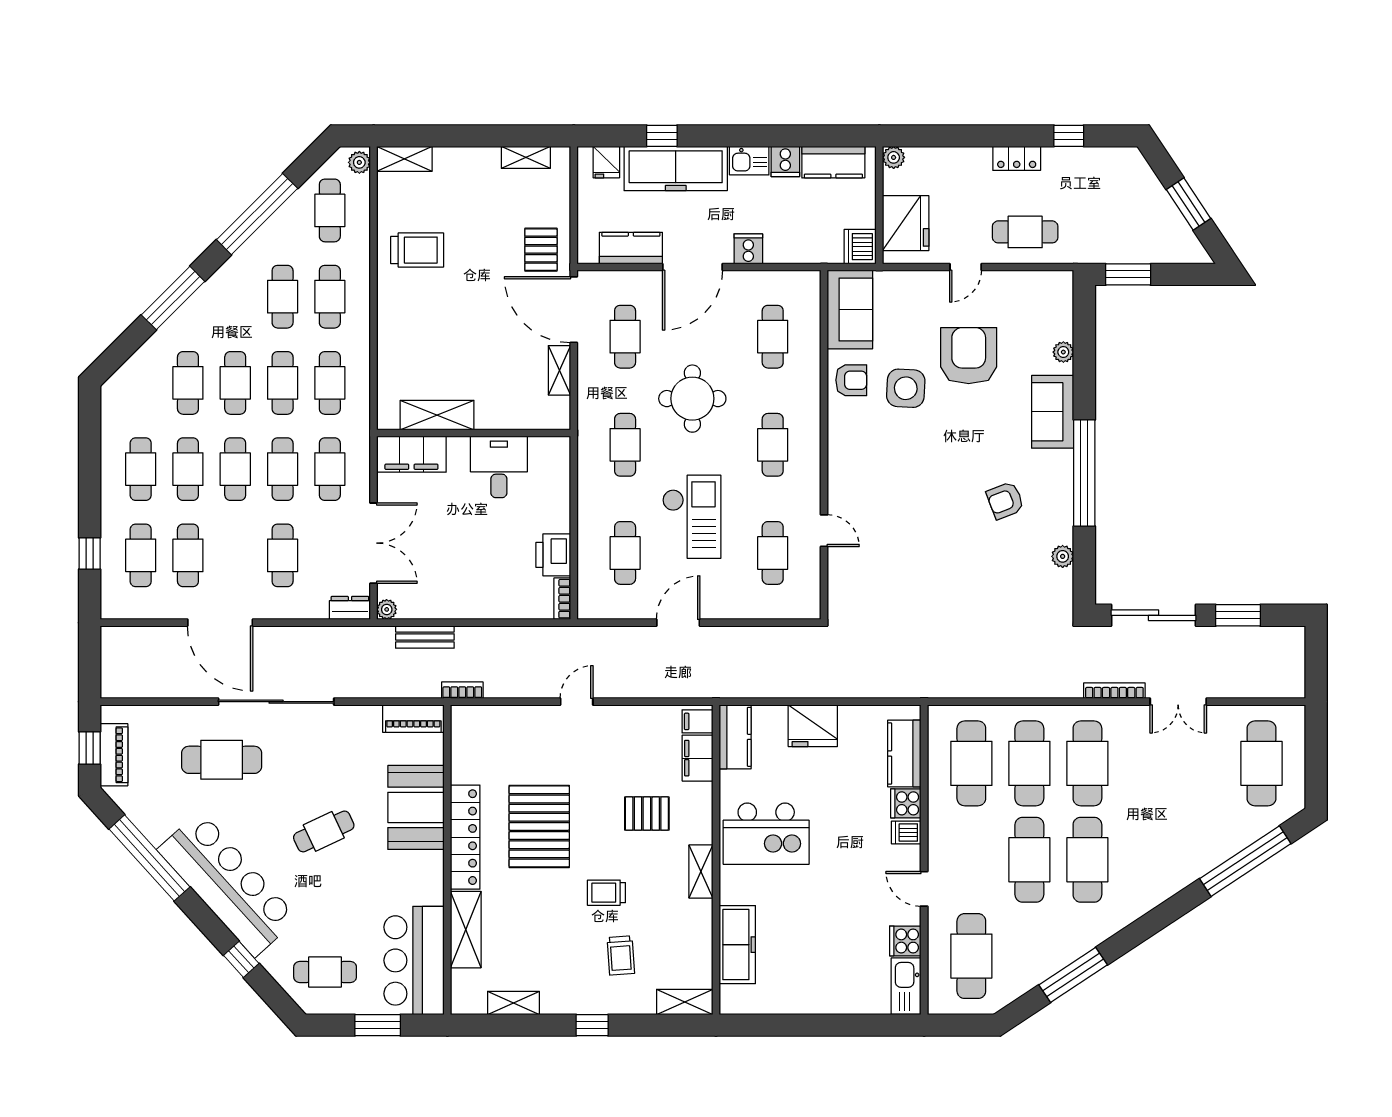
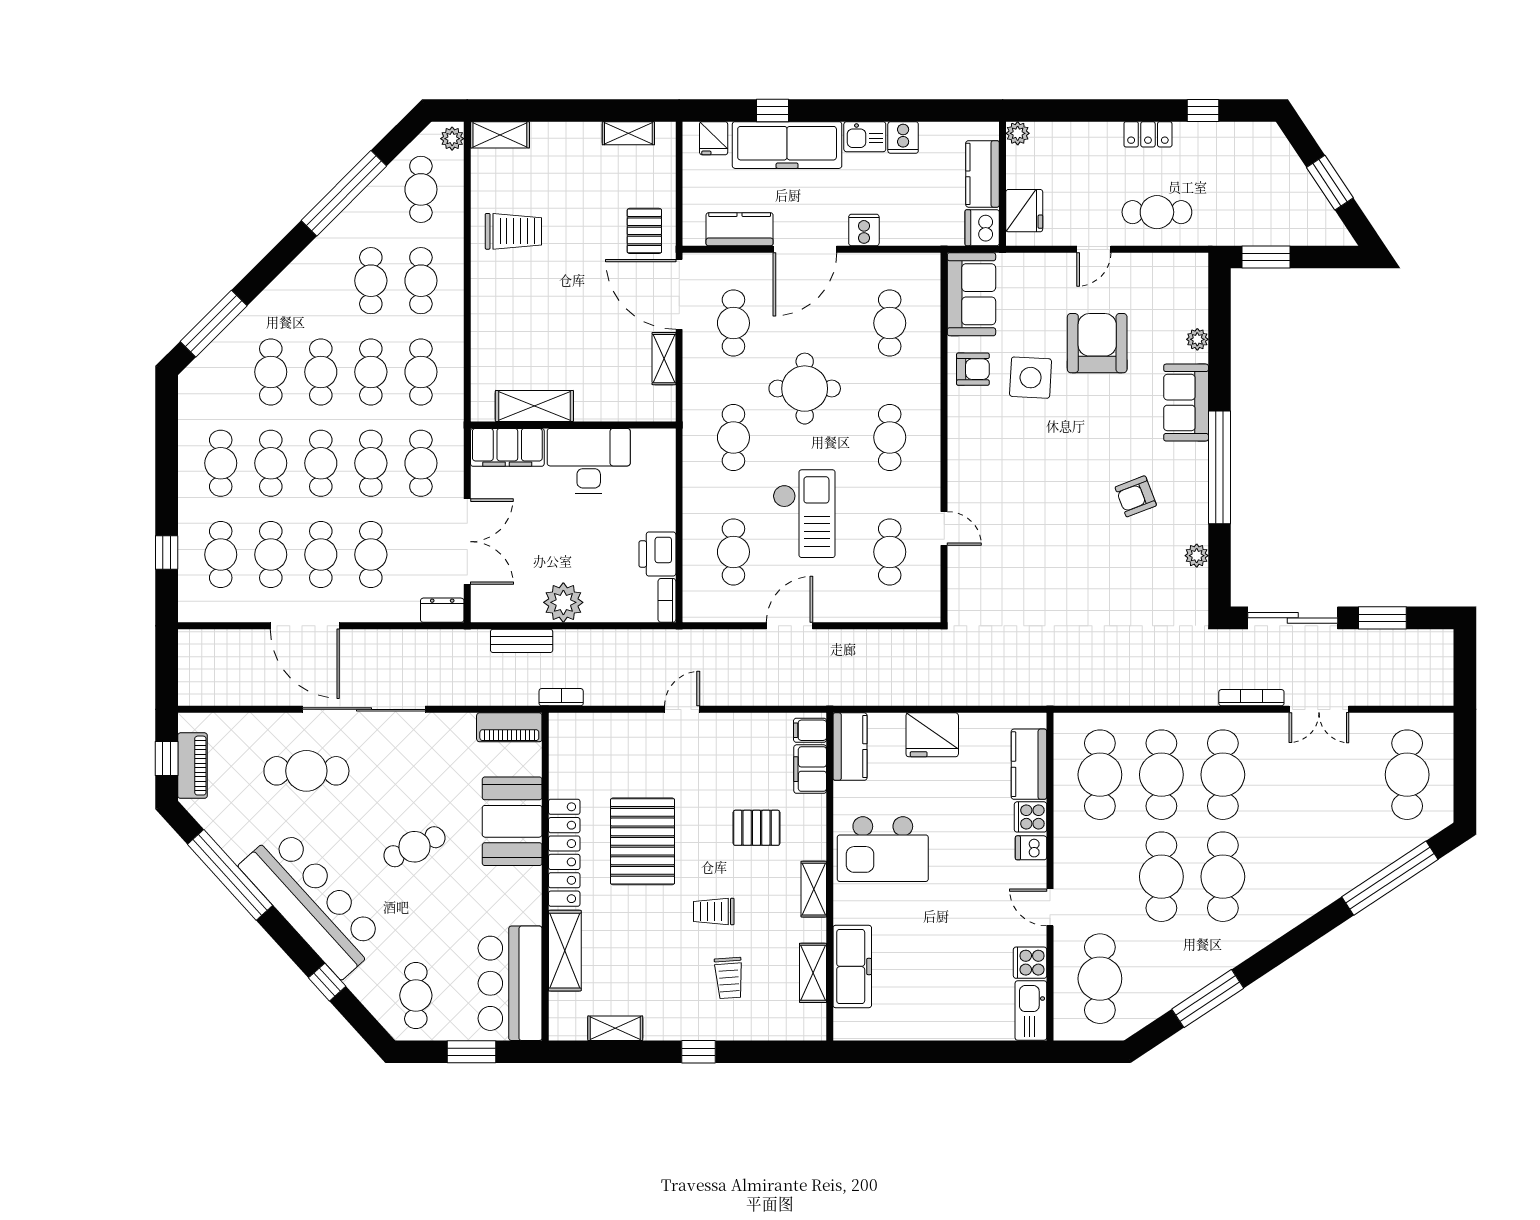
kitchen counter: (833, 162) -> (983, 174), moved, turned 90
fridge: (906, 223) -> (1024, 211), width x0.73, depth x0.75
window: (173, 298) -> (214, 324), moved
desk: (499, 467) -> (589, 461), width x1.37
cafe table: (235, 555) -> (321, 555), added
plant: (387, 609) -> (563, 602), moved, width x1.88, depth x1.88
cafe table: (325, 972) -> (416, 995), turned 90
shelving: (685, 1002) -> (813, 973), moved, turned 90

